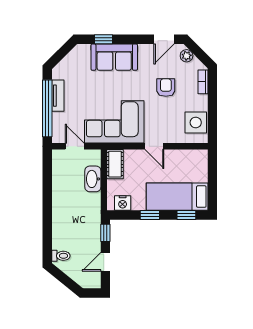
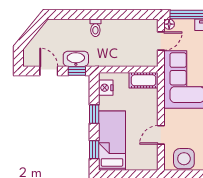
floor lamp: (57, 138) -> (169, 24), added
door: (154, 146) -> (161, 135), moved
washbasin: (93, 179) -> (76, 59), moved
toilet: (61, 256) -> (95, 28), moved

